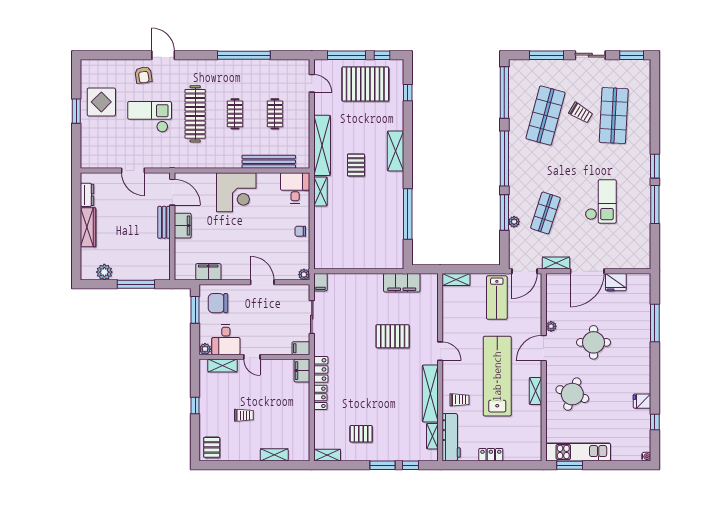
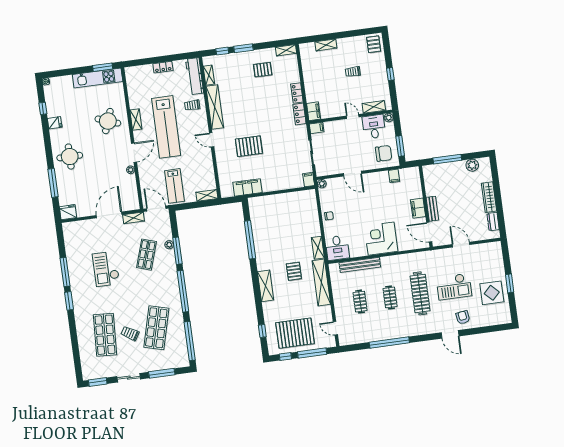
door: (525, 271) -> (156, 209), hinge flipped
filing cabinet: (208, 272) -> (394, 176), width x0.50
fridge: (616, 282) -> (68, 212), moved
lab bench: (497, 298) -> (174, 186), turned 180
round table: (594, 342) -> (70, 157), moved

